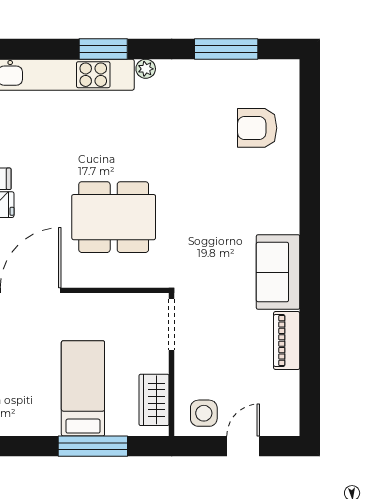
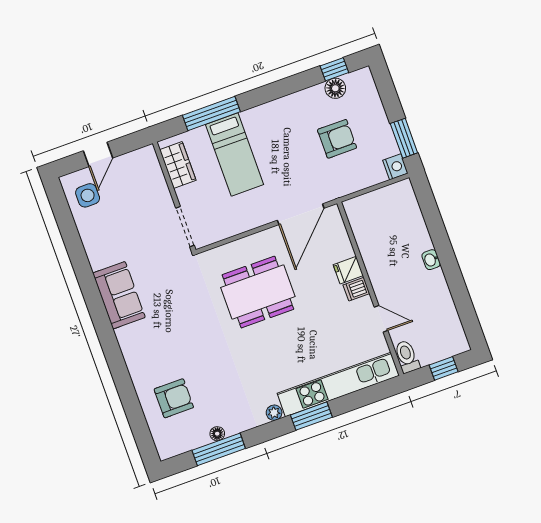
floor lamp: (221, 68) -> (217, 434), added
piano: (287, 341) -> (94, 246), removed
side table: (204, 413) -> (88, 195), moved

